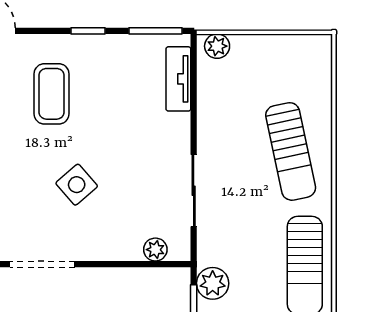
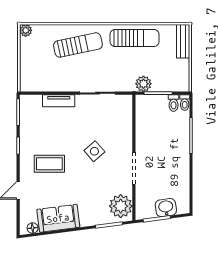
plant: (217, 46) -> (26, 30), moved
tv unit: (178, 79) -> (59, 101), moved
plant: (155, 250) -> (127, 112), removed

